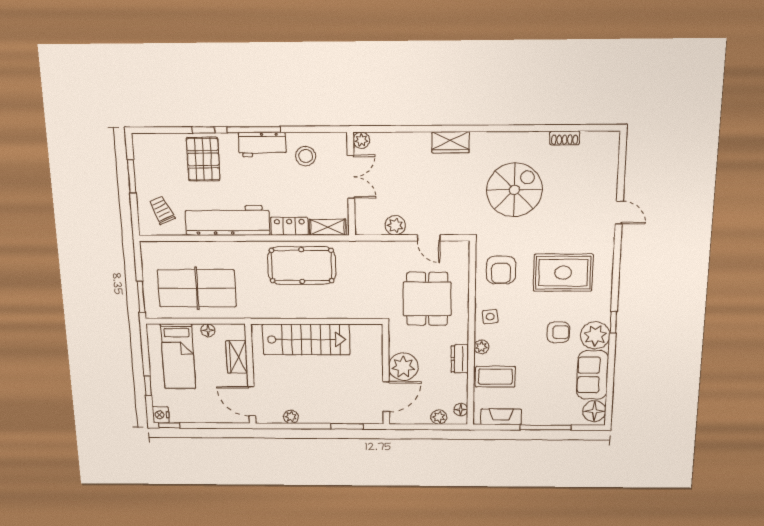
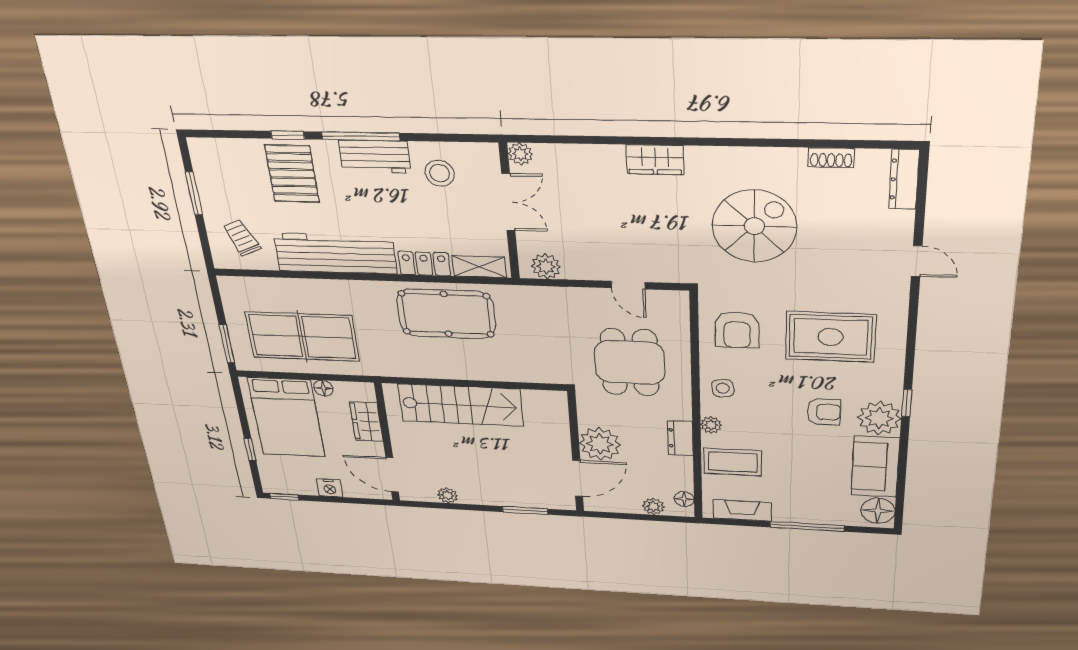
dresser: (611, 152) -> (904, 179), added
plant: (395, 225) -> (546, 266), moved
bed: (178, 356) -> (287, 417), width x1.50
nightstand: (161, 415) -> (330, 488), moved, turned -90

